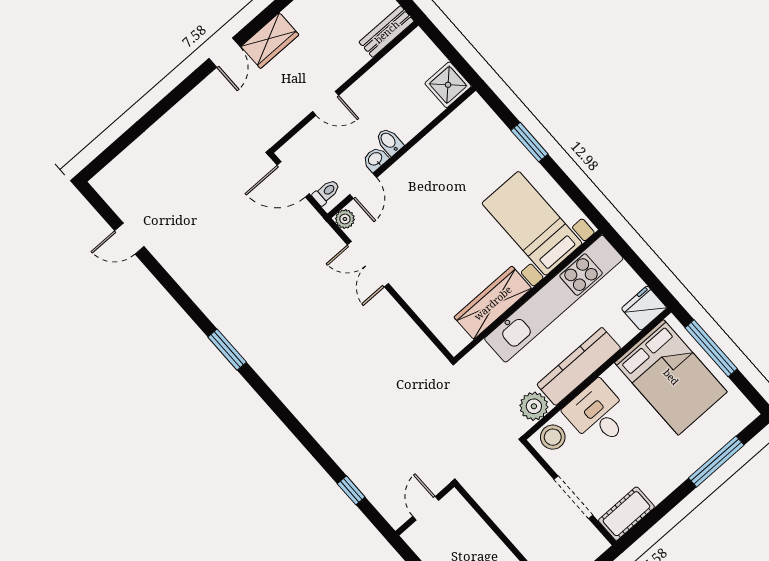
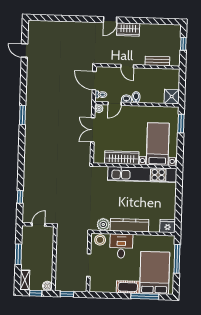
bench: (387, 32) -> (157, 61), moved
window: (529, 142) -> (181, 124), moved
bed with nightstands: (532, 223) -> (158, 144), moved
wall: (528, 296) -> (135, 166), moved
kitchen unit: (554, 299) -> (142, 174), moved
wardrobe: (493, 303) -> (122, 158), moved
bed: (671, 377) -> (155, 273), moved, turned 180
cot: (626, 514) -> (128, 287), moved

